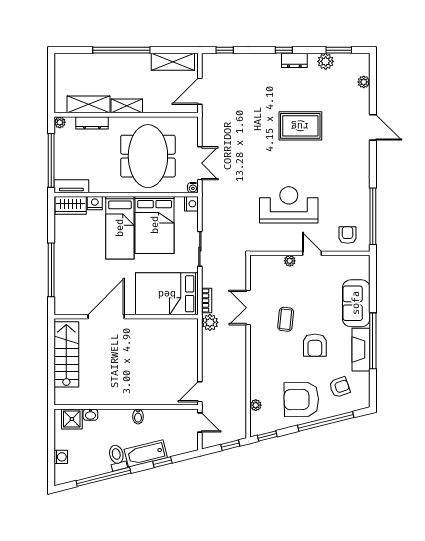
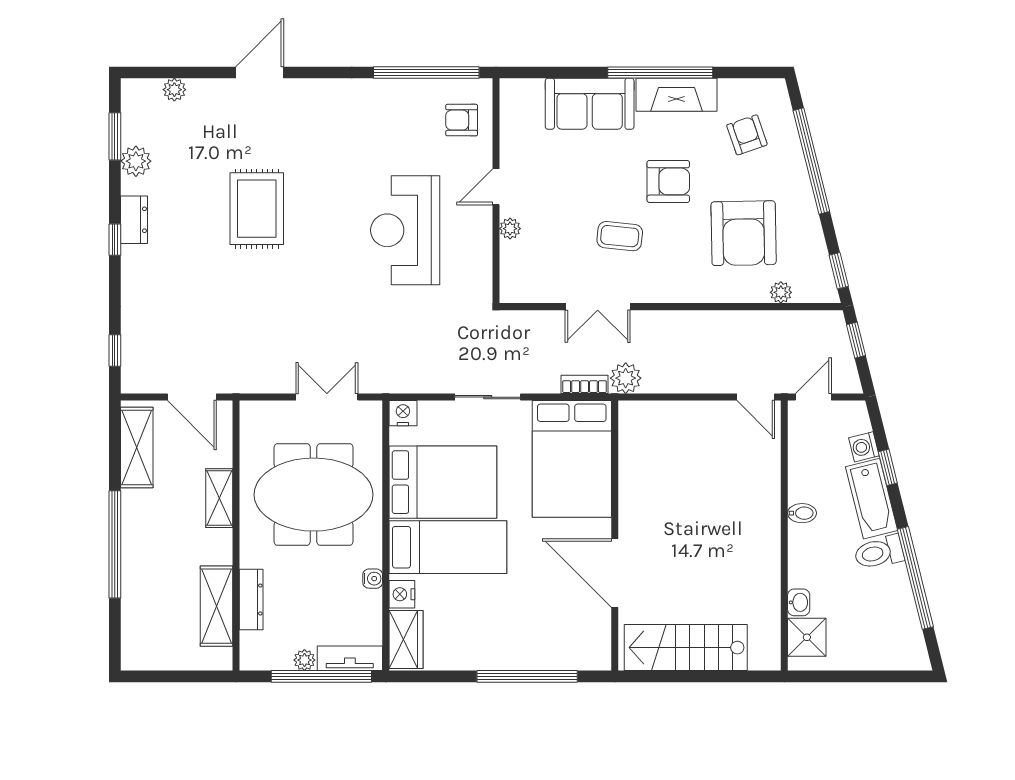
shelving: (127, 106) -> (219, 498), moved
plant: (60, 122) -> (304, 660), moved
tv unit: (71, 186) -> (350, 658), moved, turned 90
water cooler: (193, 188) -> (373, 579), moved
armchair: (301, 399) -> (744, 233), moved
washing machine: (61, 457) -> (864, 447), moved, turned -104

